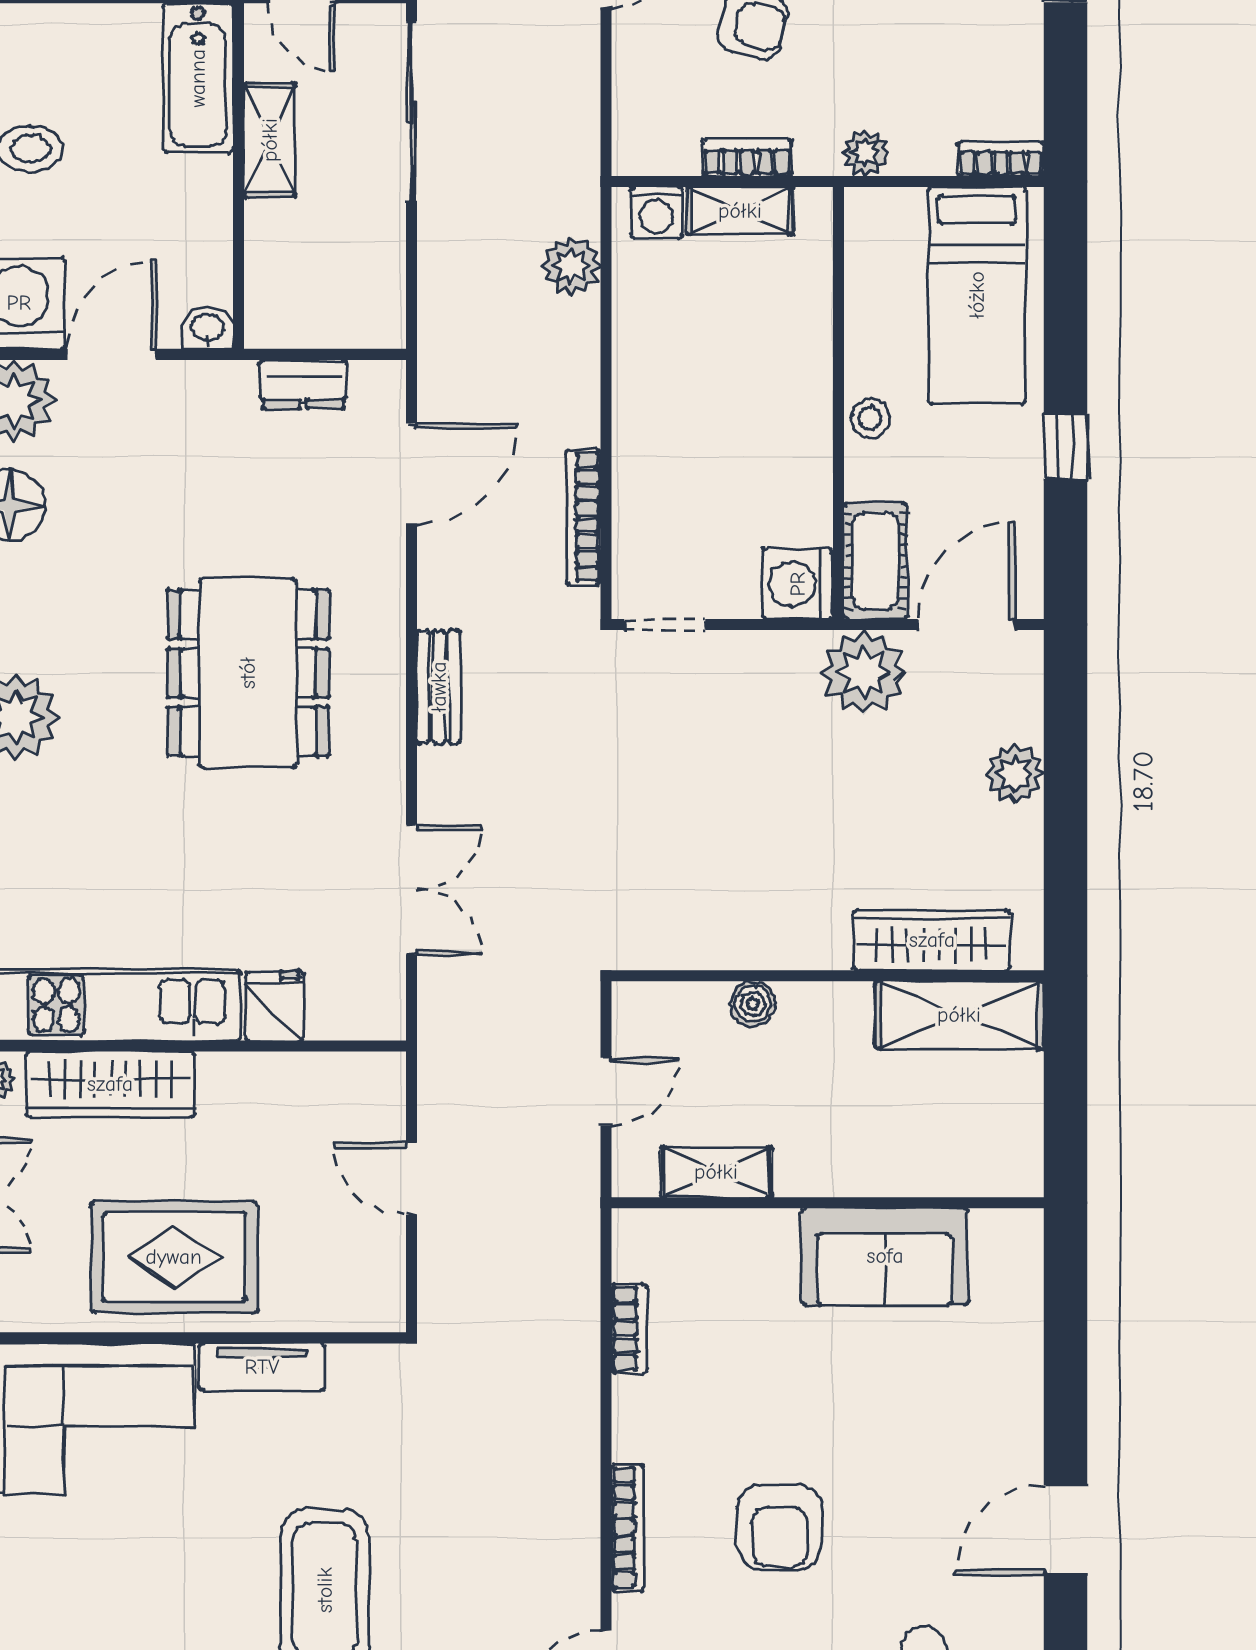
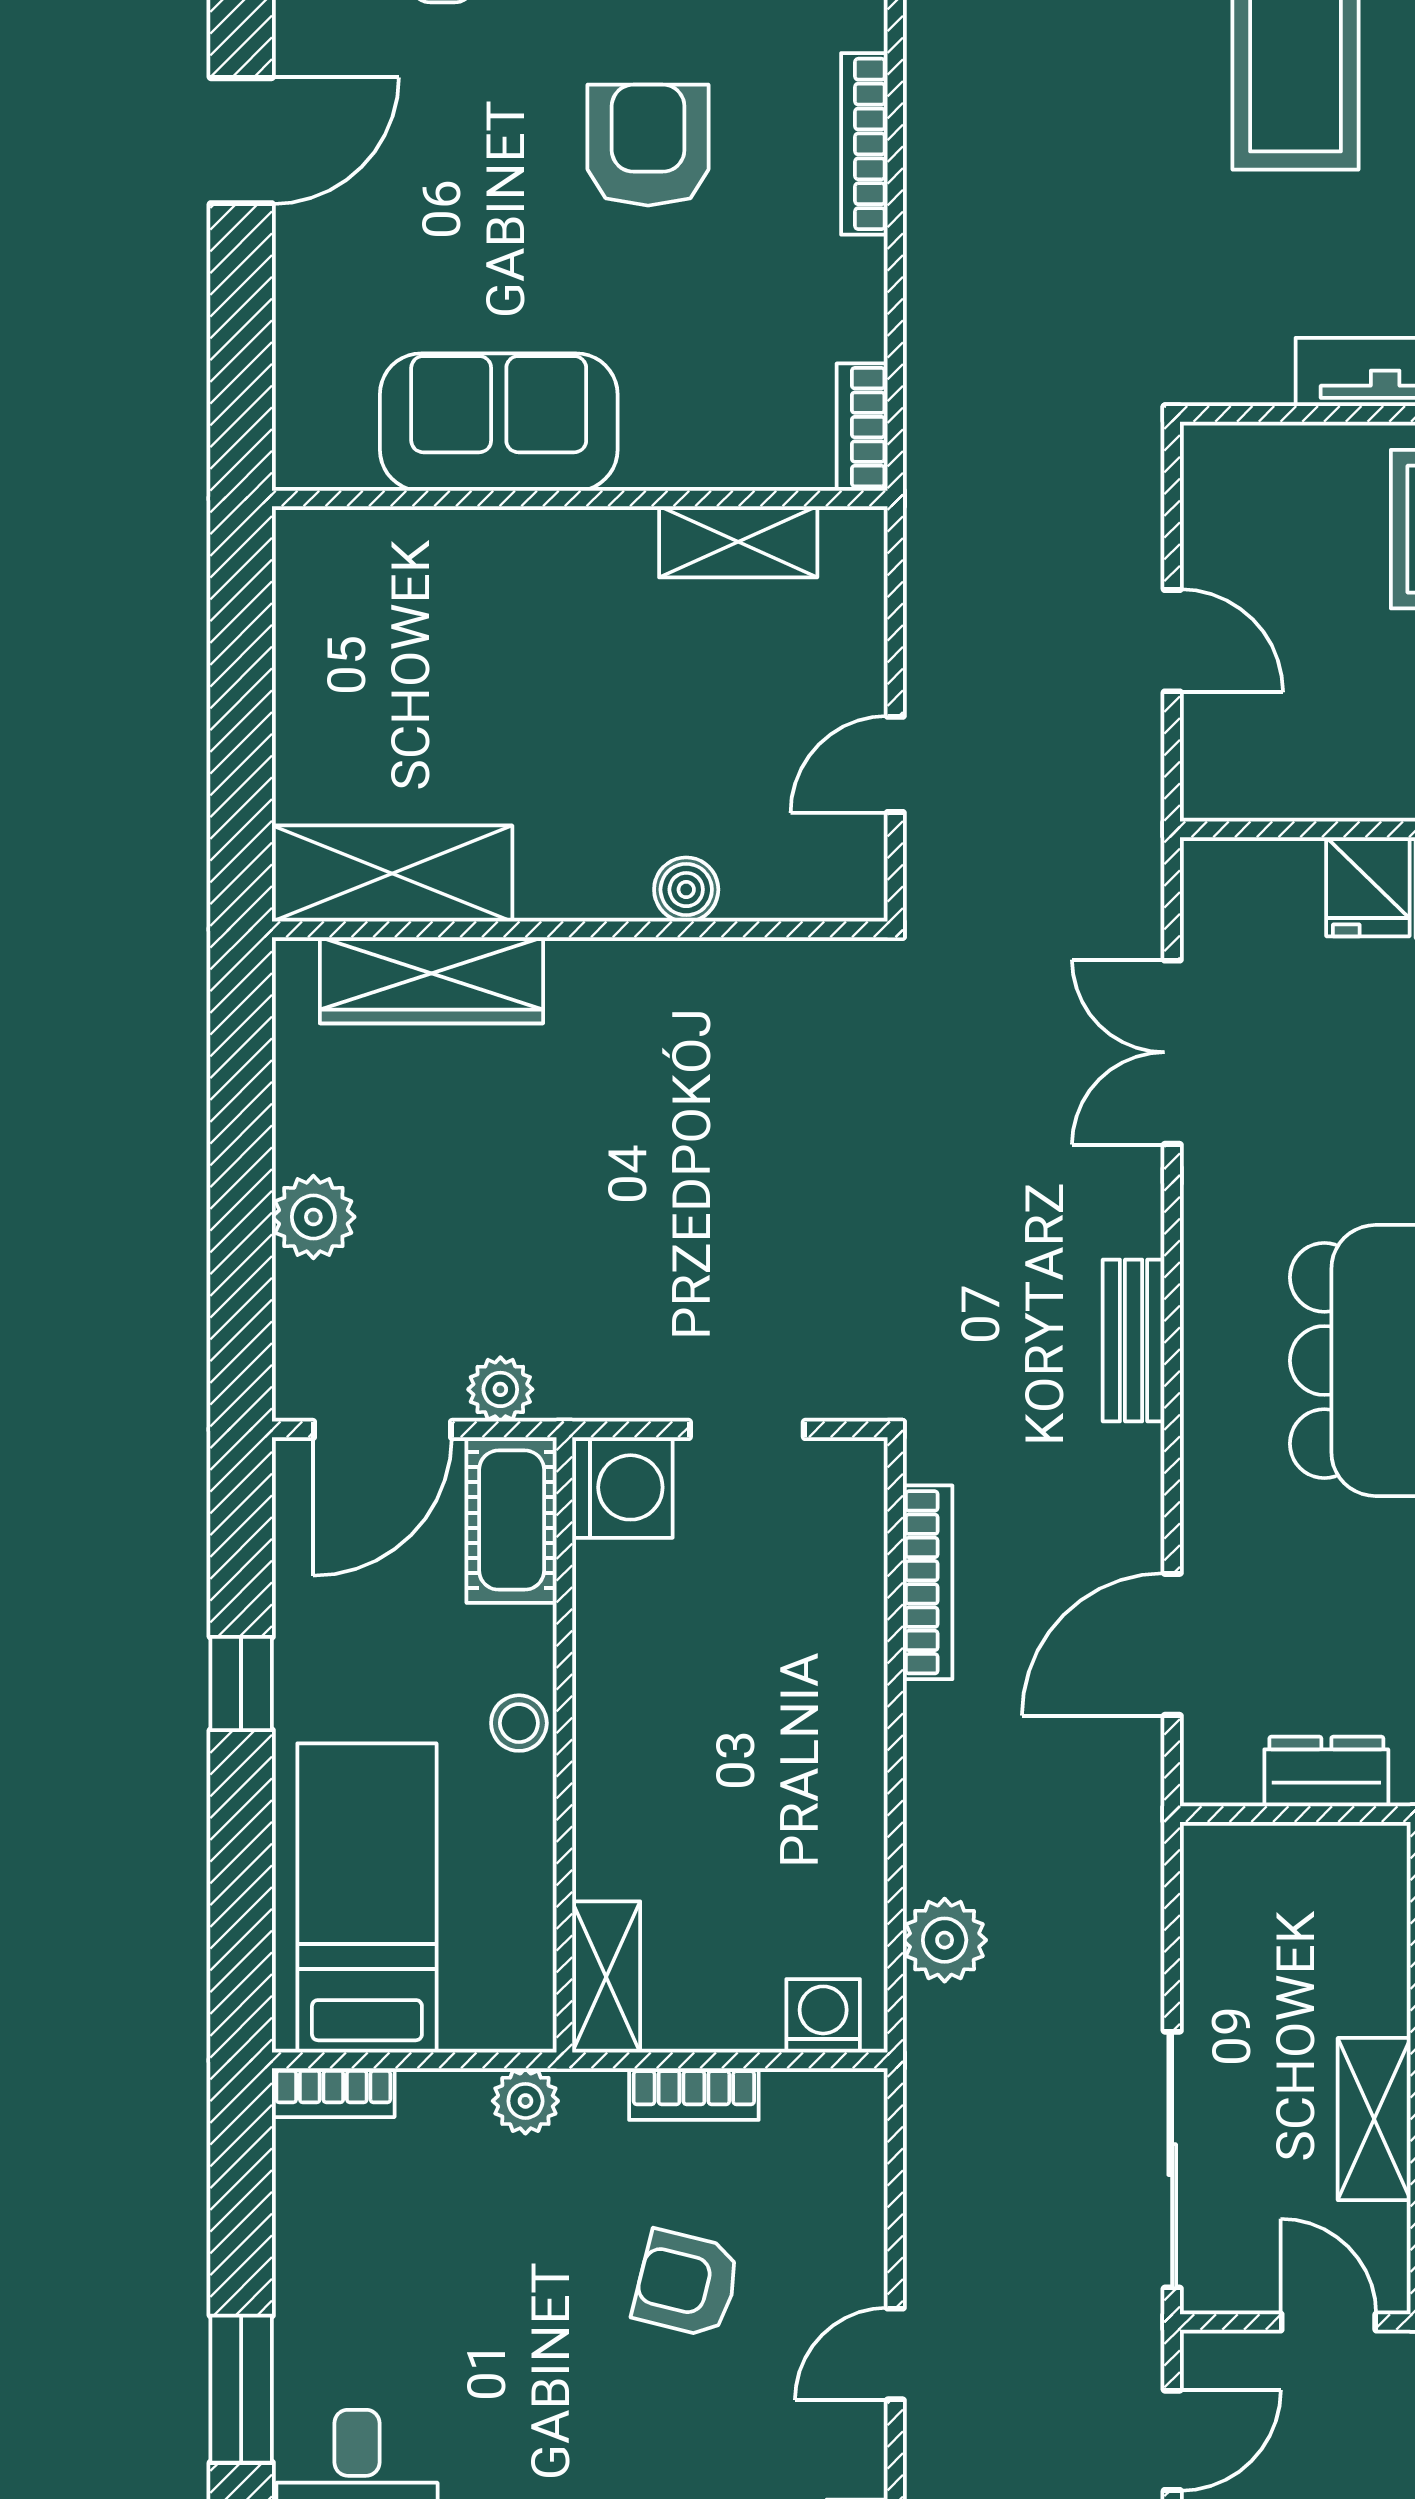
shelving: (740, 211) -> (606, 1977), moved, turned 90
doorway: (665, 625) -> (747, 1429), moved
plant: (864, 673) -> (500, 1389), width x0.53, depth x0.53
shelving: (716, 1172) -> (738, 542), moved
wall: (828, 1203) -> (580, 498), moved
sofa: (885, 1256) -> (499, 422), moved

